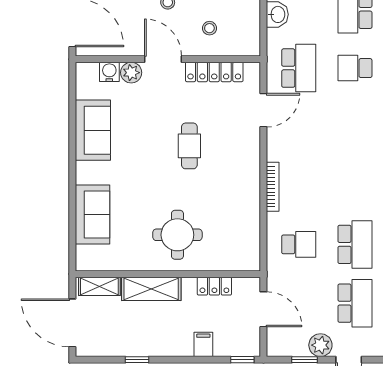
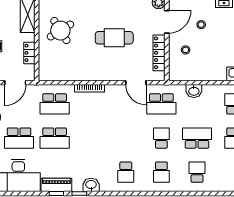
cafe table: (189, 146) -> (114, 38), width x1.37, depth x1.35
round table: (177, 235) -> (60, 31), turned -32
school desk: (299, 244) -> (55, 104), width x1.85

